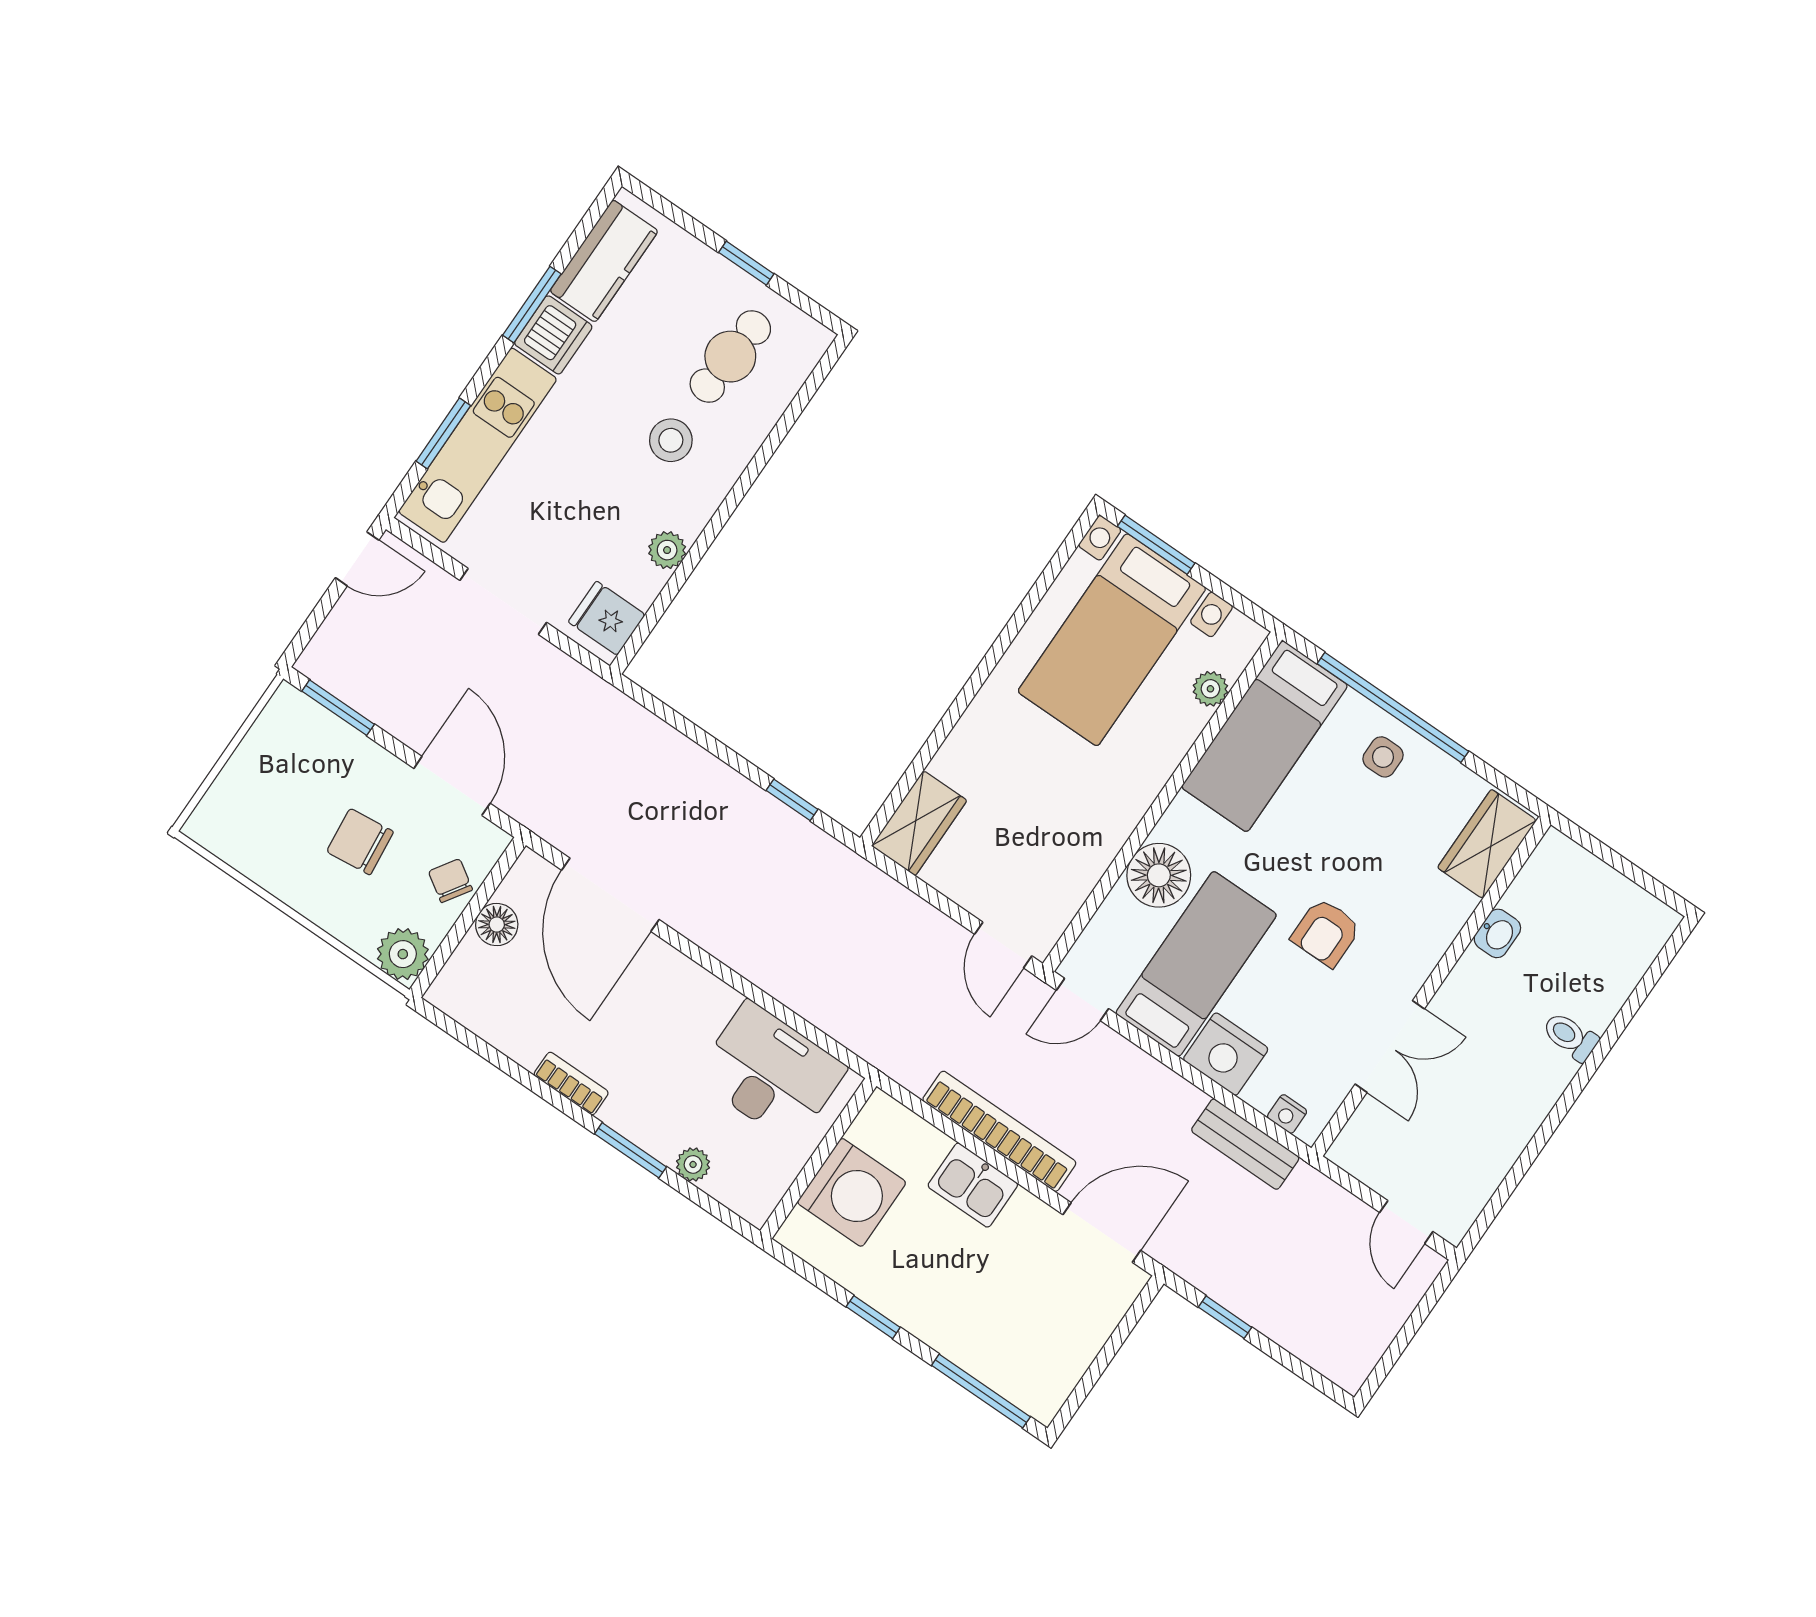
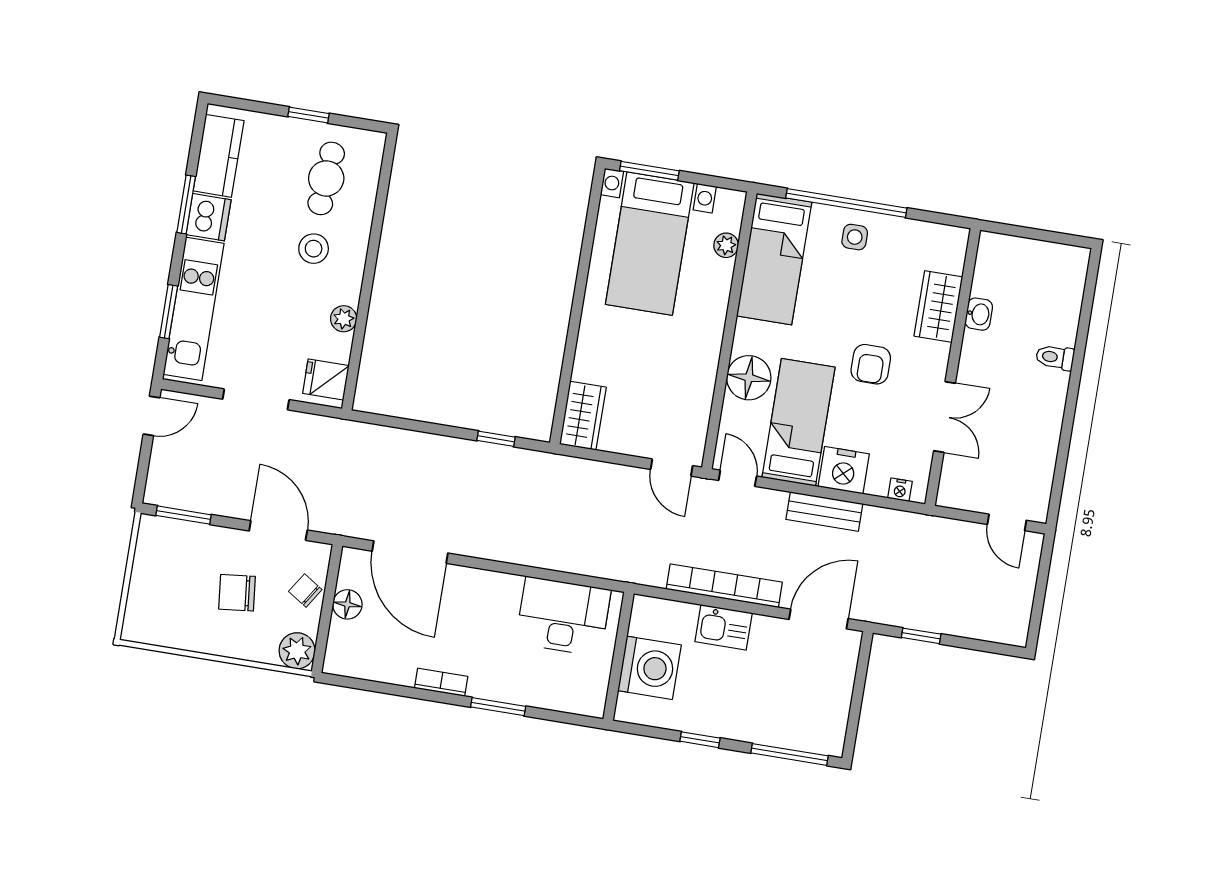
wardrobe: (1487, 844) -> (938, 306), moved
door: (1082, 999) -> (738, 478), swing flipped
bench: (1245, 1144) -> (824, 512), moved
plant: (693, 1164) -> (542, 697), removed

